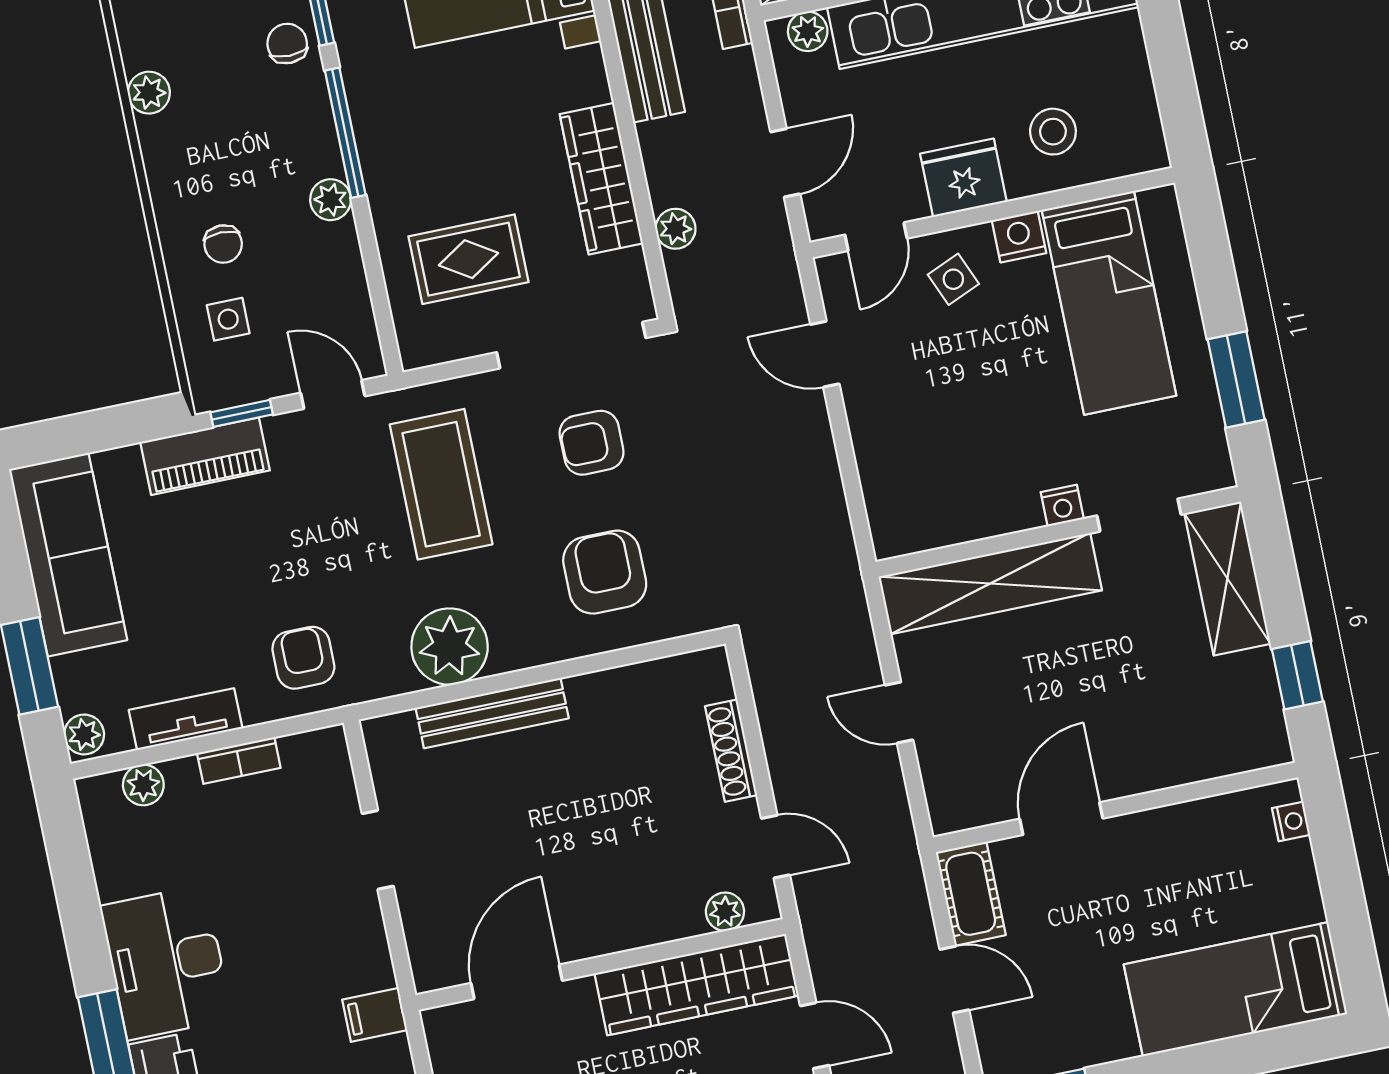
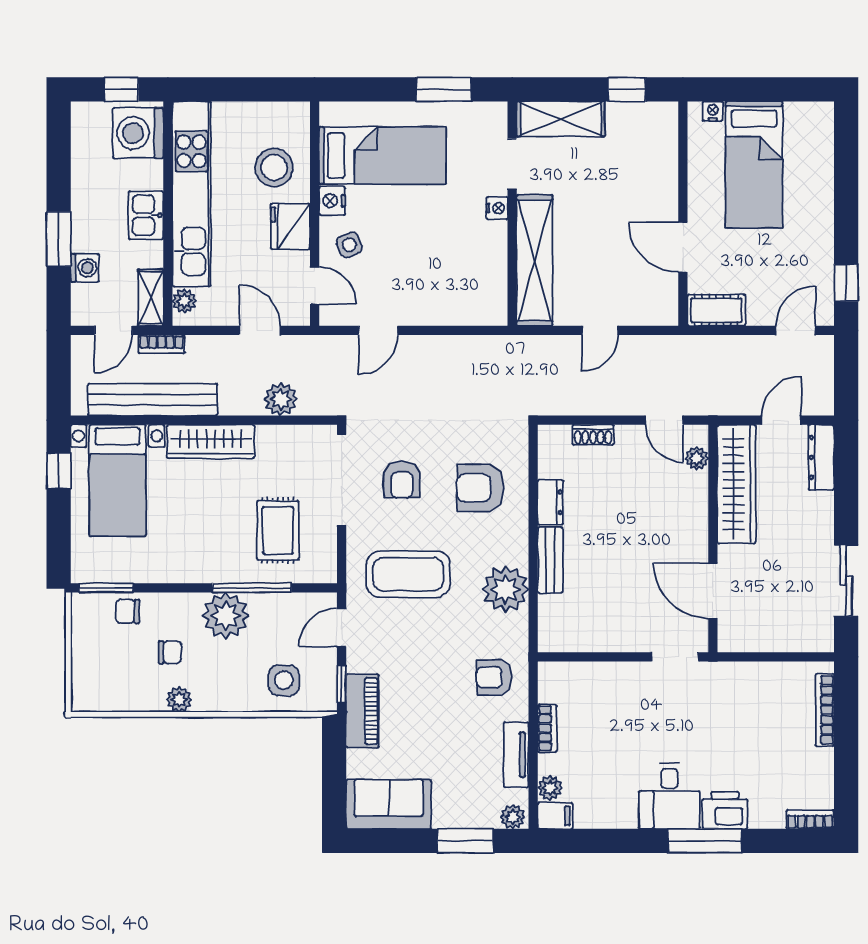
plant: (149, 93) -> (179, 699), moved
stool: (1053, 132) -> (274, 168), width x1.38, depth x1.38
window: (345, 133) -> (252, 588), moved
wardrobe: (601, 179) -> (211, 442), moved
plant: (331, 200) -> (226, 616), width x1.87, depth x1.87
plant: (676, 229) -> (281, 399), width x1.38, depth x1.38
chair: (223, 244) -> (170, 652), moved
side table: (228, 319) -> (284, 680), width x1.37, depth x1.37
sofa: (68, 555) -> (389, 804), width x0.73
dresser: (605, 690) -> (550, 502), added
bench: (492, 713) -> (550, 560), width x0.73
shoe rack: (731, 751) -> (593, 435), width x0.70
door: (776, 847) -> (664, 420), swing flipped
doorway: (378, 850) -> (675, 657), moved
desk: (166, 962) -> (669, 796), width x0.73
door: (954, 980) -> (796, 330), moved
bed: (1236, 989) -> (754, 165), moved
filing cabinet: (375, 1015) -> (555, 816), moved, turned -90

